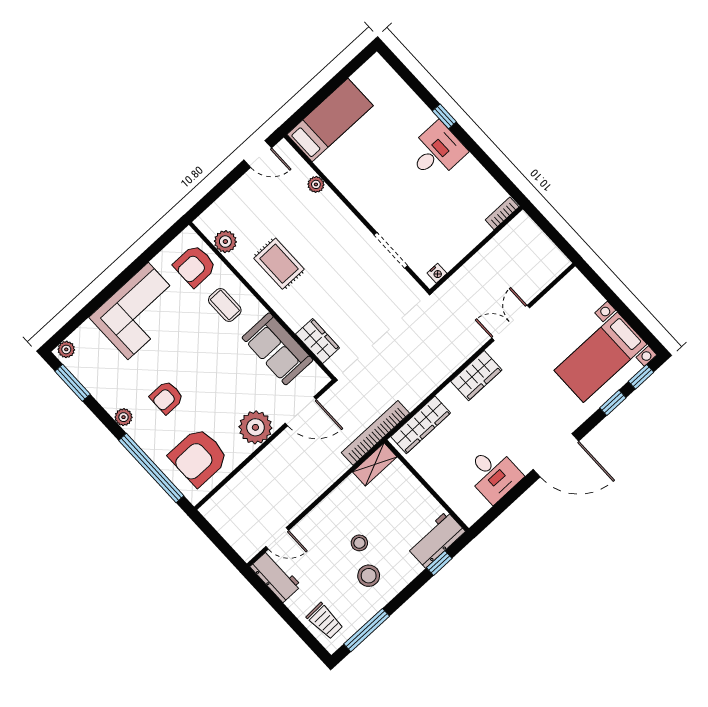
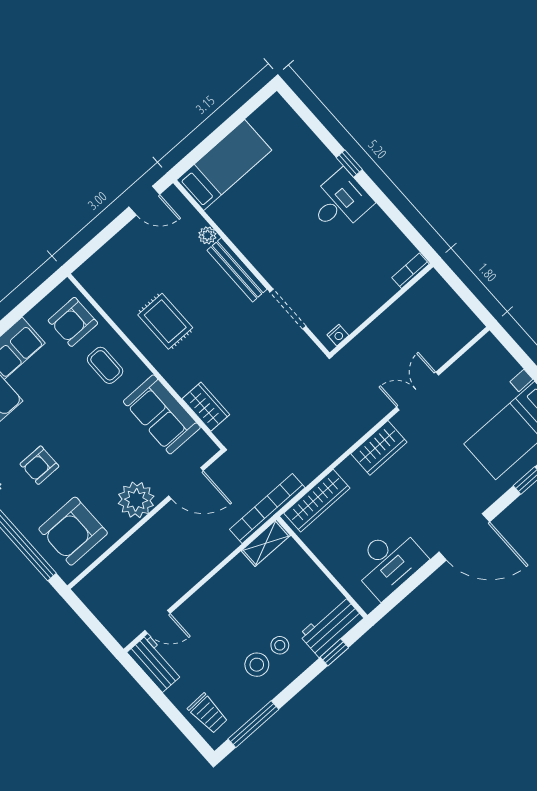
bench: (344, 215) -> (237, 270), added
plant: (225, 242) -> (107, 296), removed
desk: (493, 474) -> (389, 562), width x1.37
stool: (359, 543) -> (280, 645), moved

